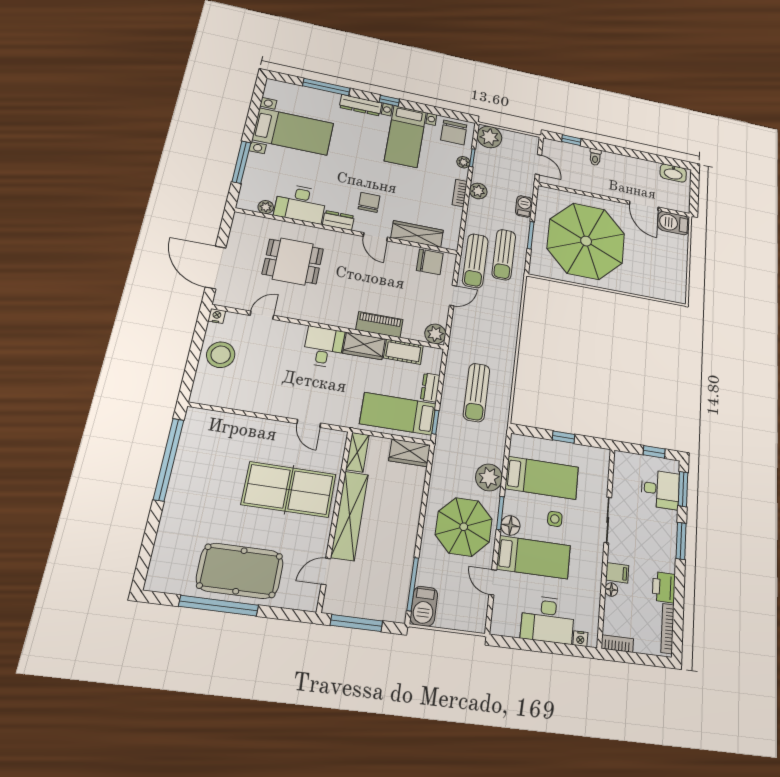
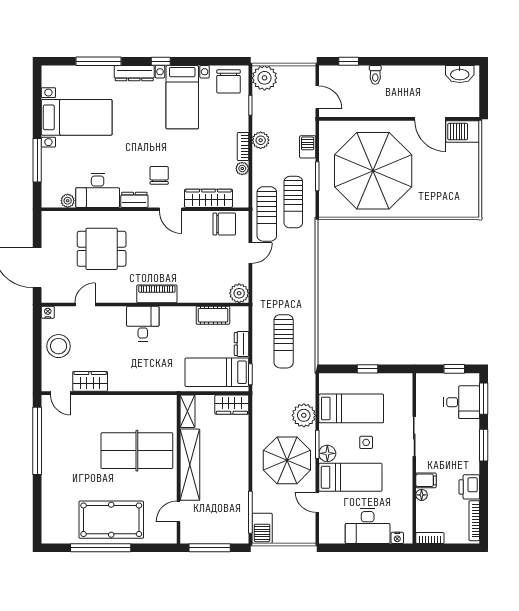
plant: (463, 162) -> (242, 169), moved
piano: (379, 325) -> (157, 294), moved
wardrobe: (364, 346) -> (90, 381), moved, turned 180
door: (309, 423) -> (60, 393), moved

